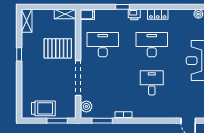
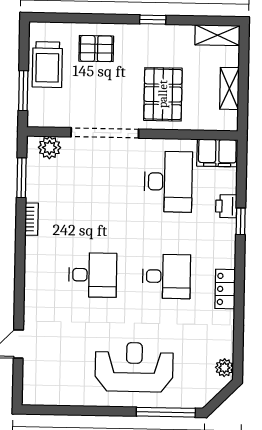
shelving: (65, 14) -> (229, 88), moved
filing cabinet: (87, 14) -> (217, 153), width x2.00
printer: (134, 15) -> (226, 206), moved
desk: (152, 45) -> (167, 276), width x0.73
pallet: (35, 83) -> (96, 49), added

